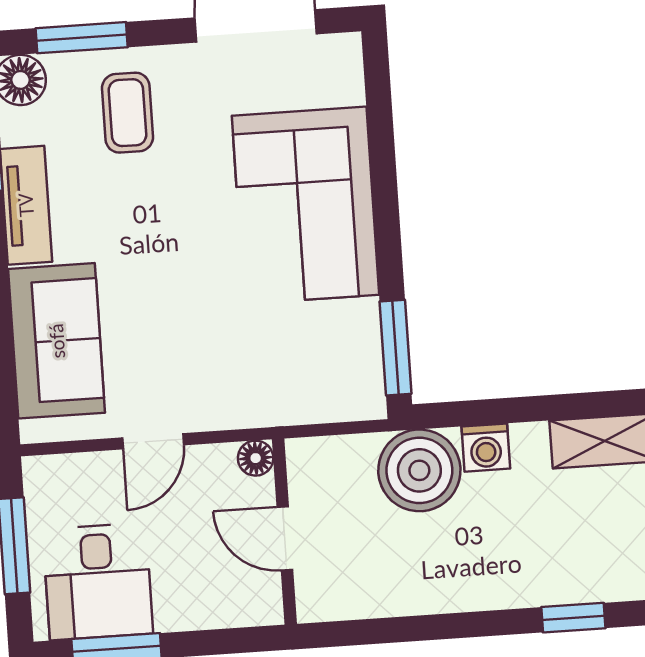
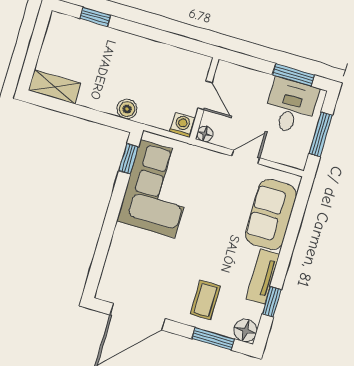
corner sofa: (305, 205) -> (157, 189), moved
window: (395, 348) -> (129, 159), width x0.67
washing machine: (486, 448) -> (182, 125), moved
boiler: (419, 470) -> (127, 109), width x0.54, depth x0.54

